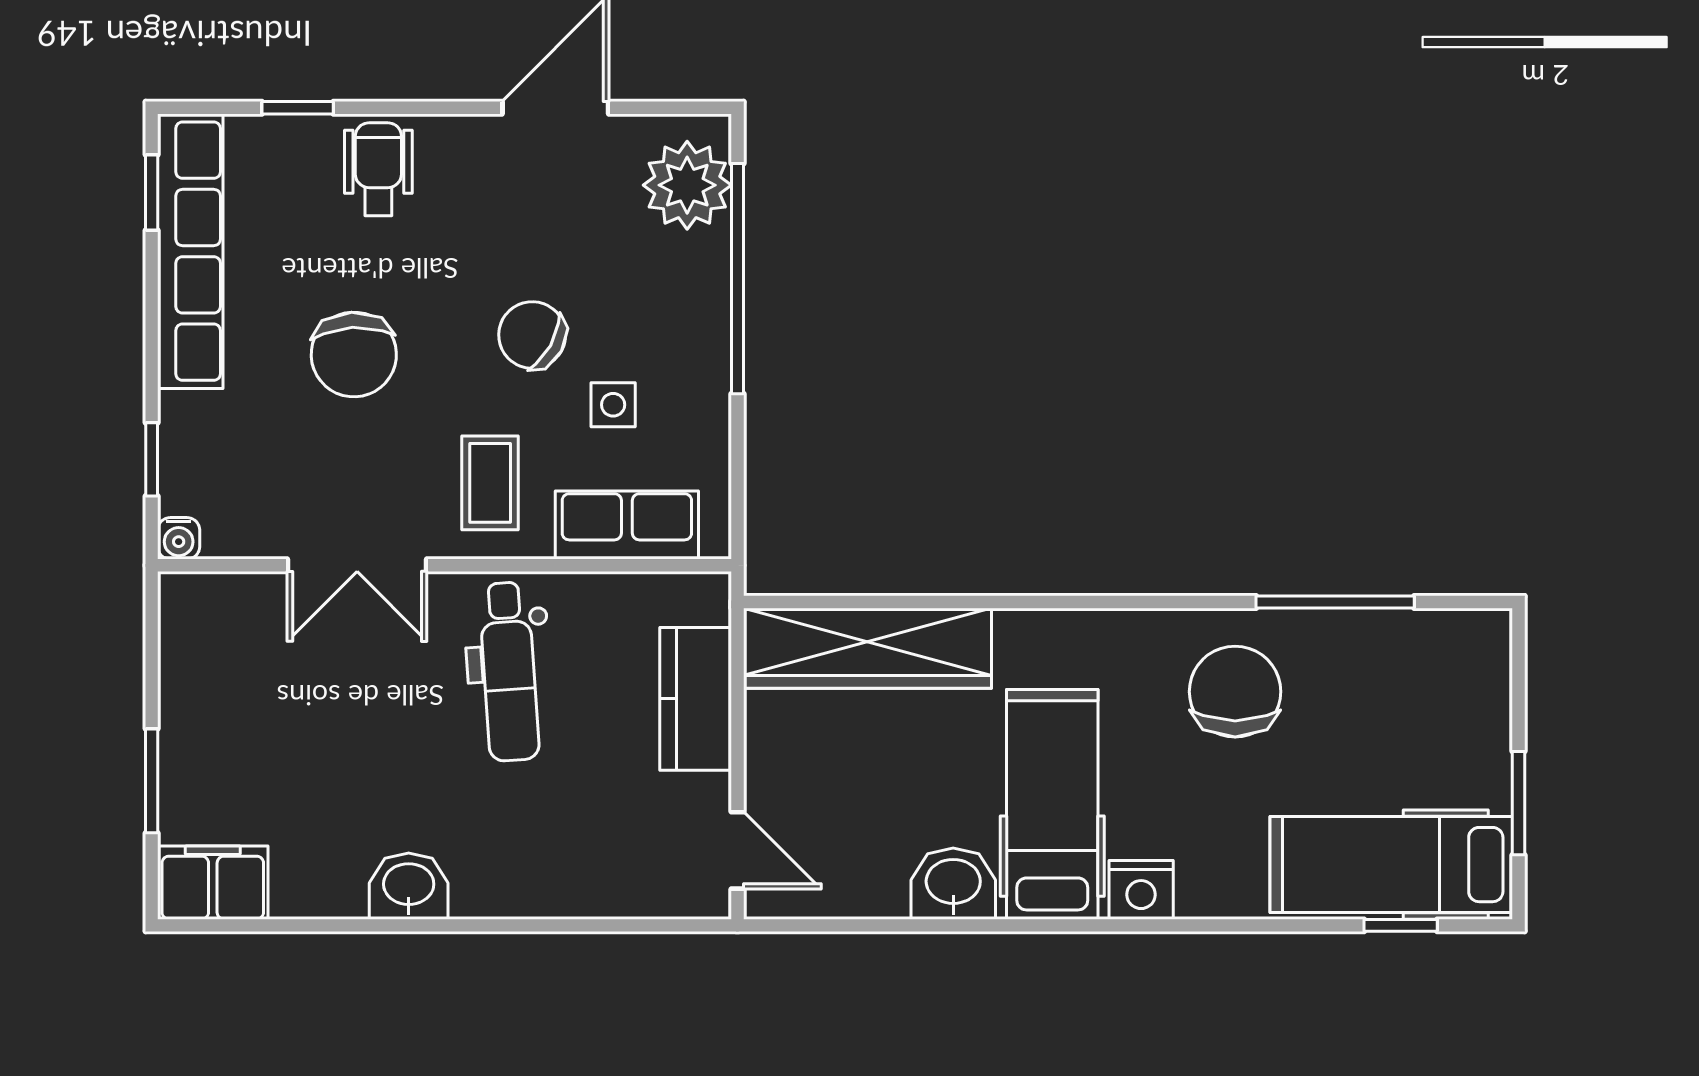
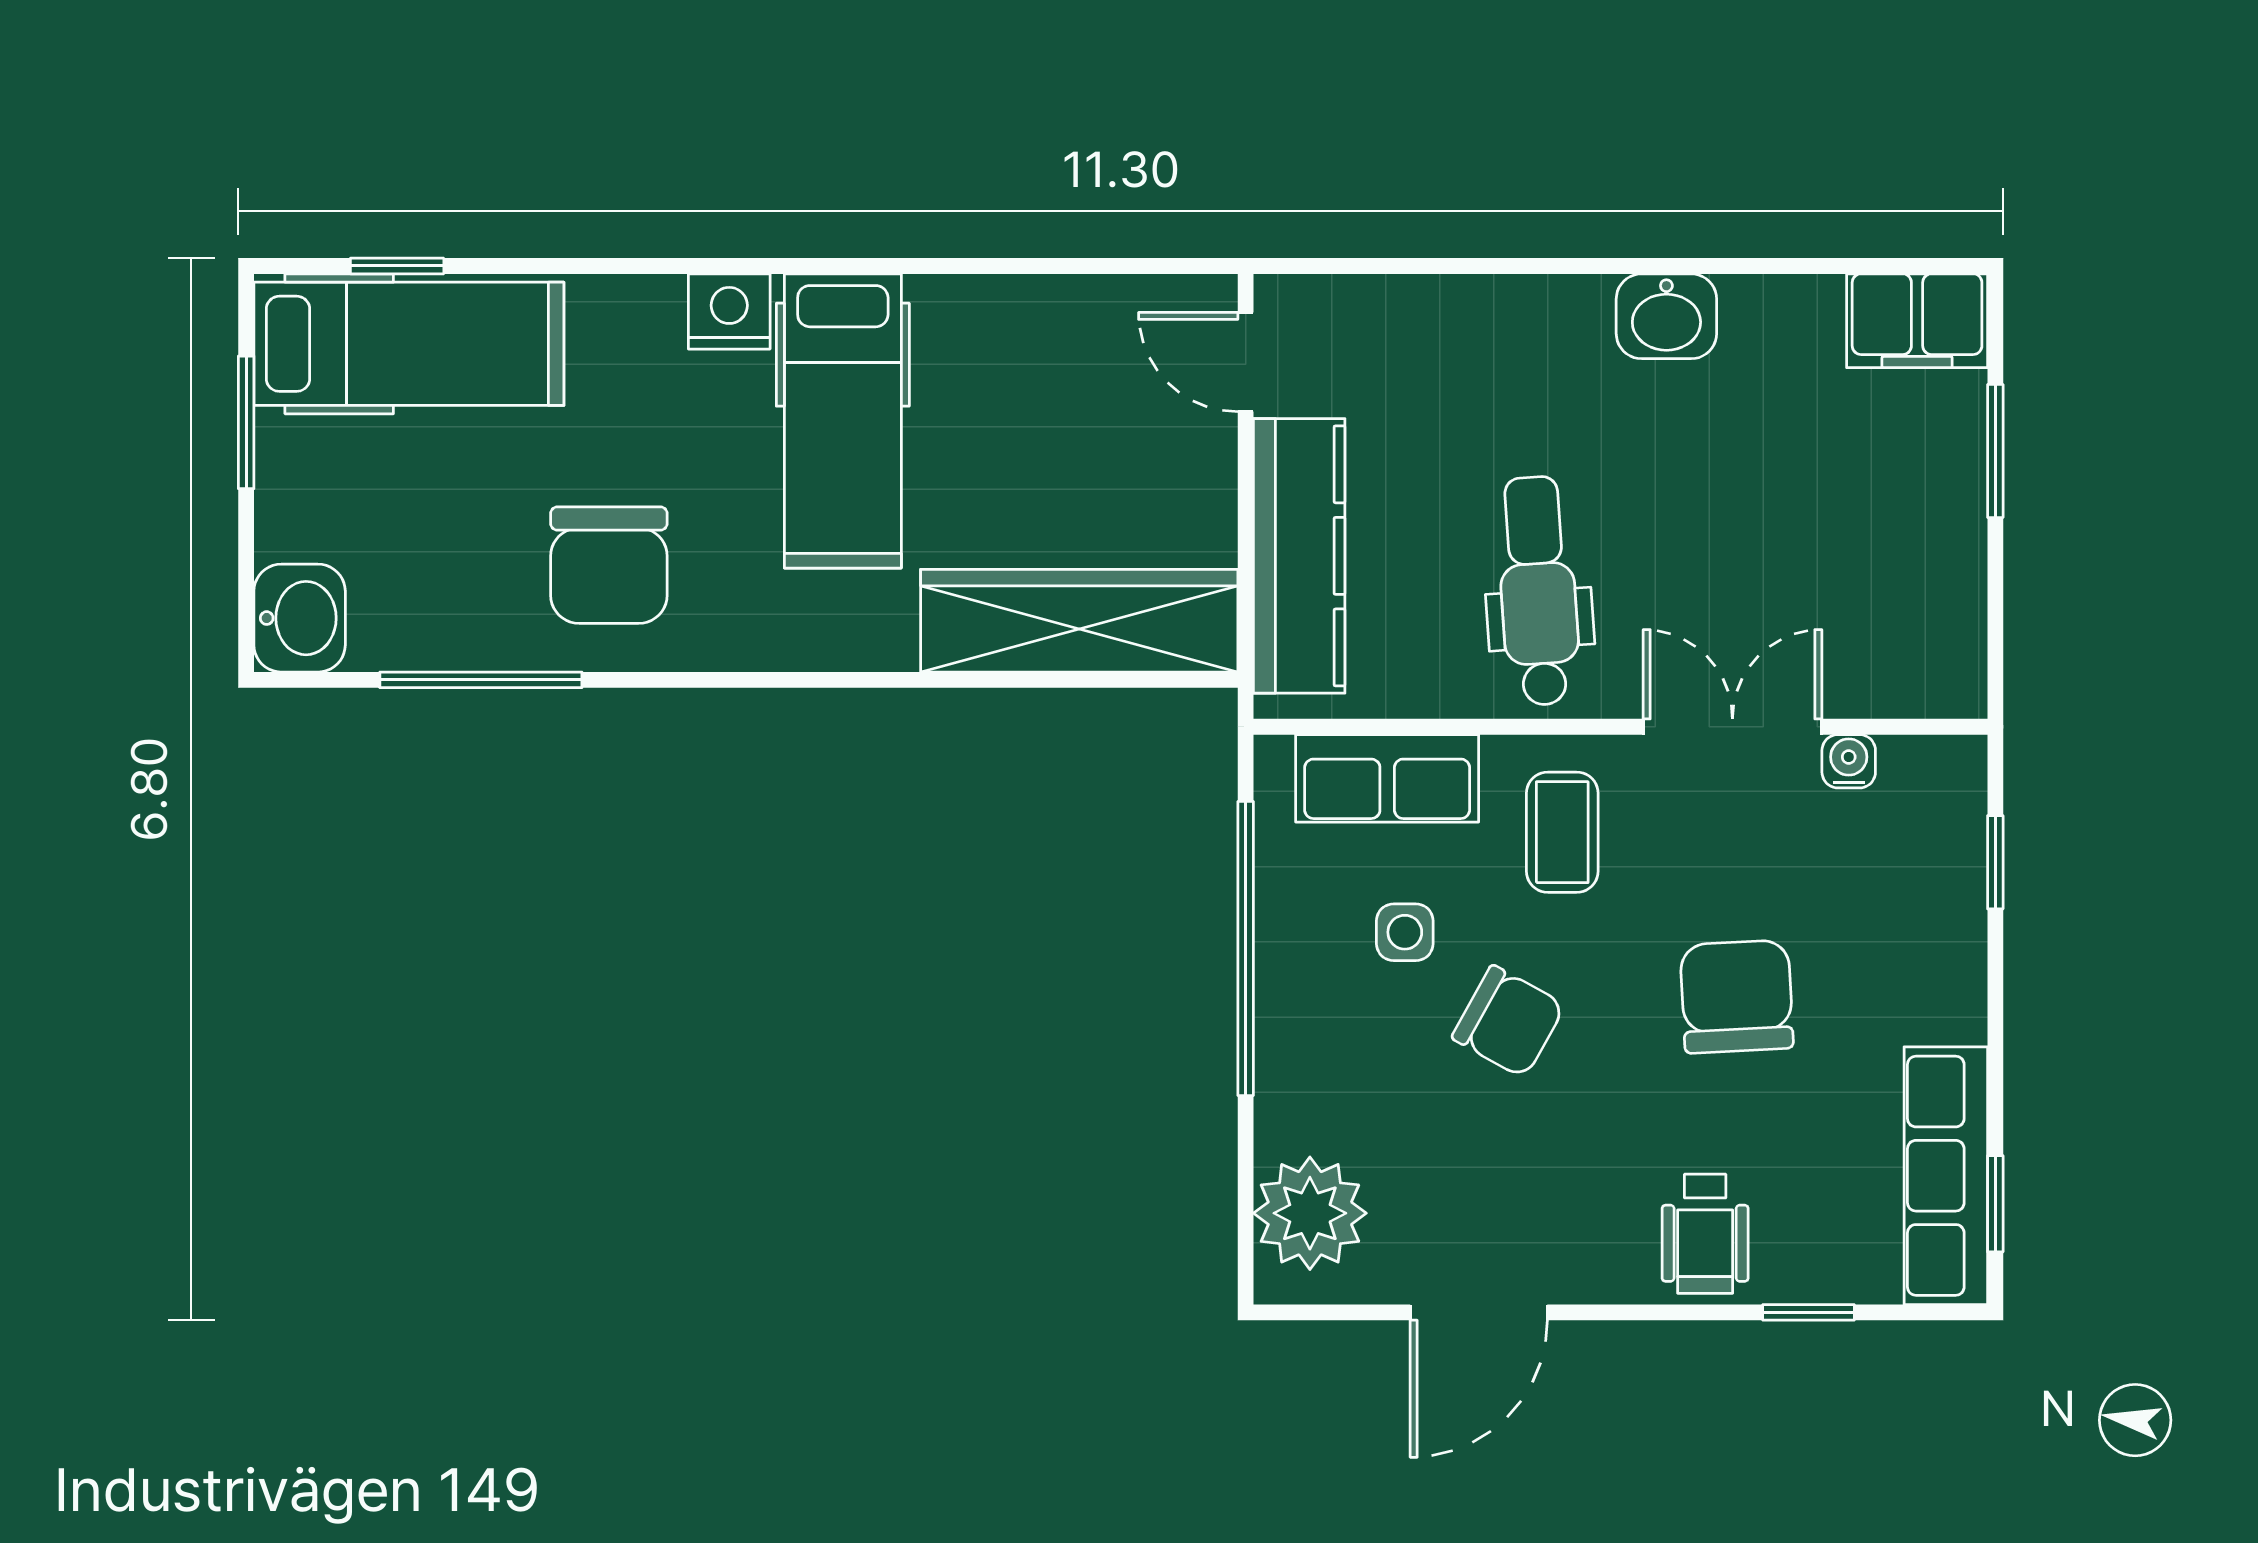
row of seats: (190, 251) -> (1946, 1176), width x0.73
window: (737, 279) -> (1246, 948), moved
water cooler: (179, 538) -> (1849, 761), moved
kitchen counter: (696, 699) -> (1299, 556), width x1.50
washbasin: (953, 884) -> (300, 618), moved, turned -90

